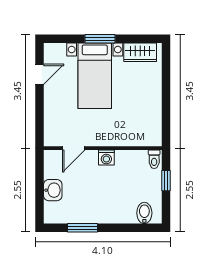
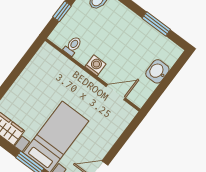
toilet: (154, 159) -> (73, 46), moved

